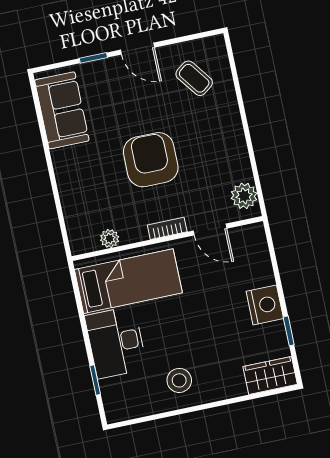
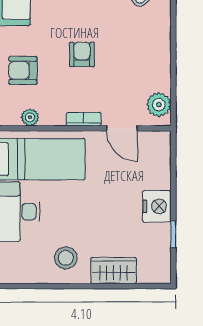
armchair: (151, 160) -> (82, 54), width x0.53, depth x0.53
armchair: (91, 190) -> (23, 70), added
wardrobe: (270, 375) -> (114, 271), moved

